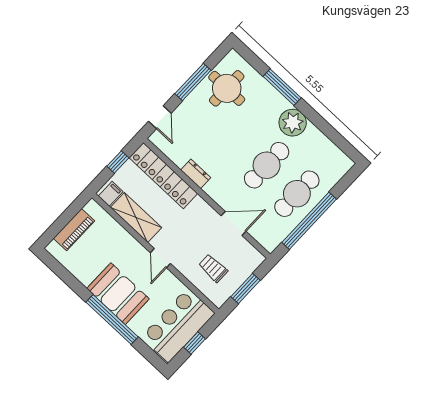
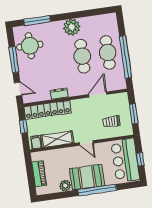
window: (282, 87) -> (37, 20), moved
plant: (85, 275) -> (65, 186), added

